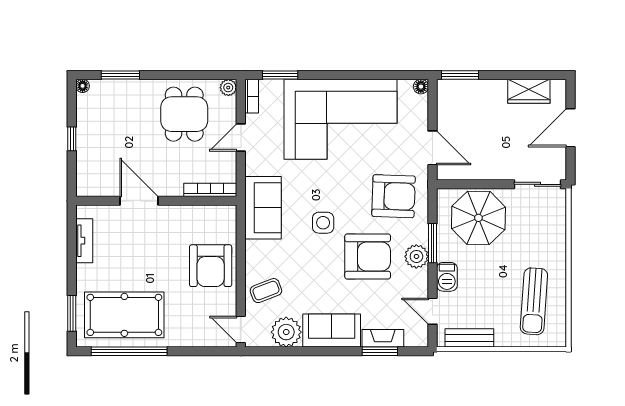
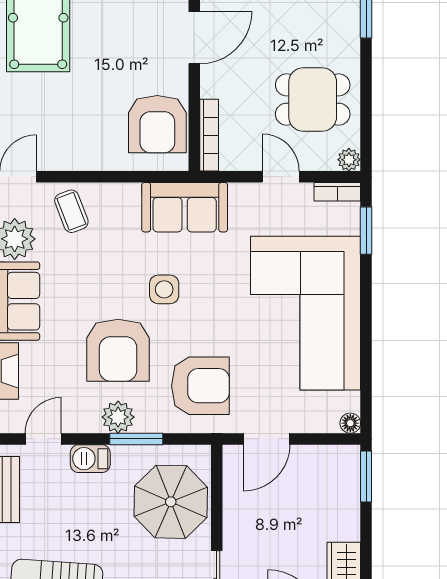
armchair: (394, 196) -> (200, 386), turned -92
armchair: (211, 266) -> (157, 124), moved, turned -90

